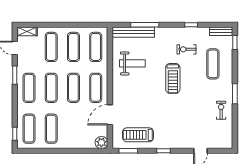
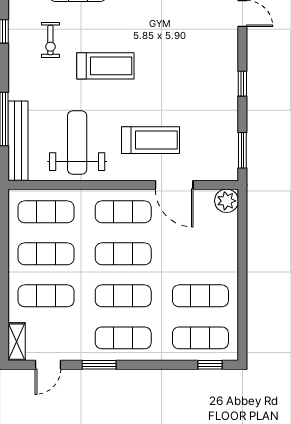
weight bench: (132, 63) -> (77, 143), width x1.36, depth x1.33
treadmill: (138, 135) -> (151, 140), moved, turned -90

